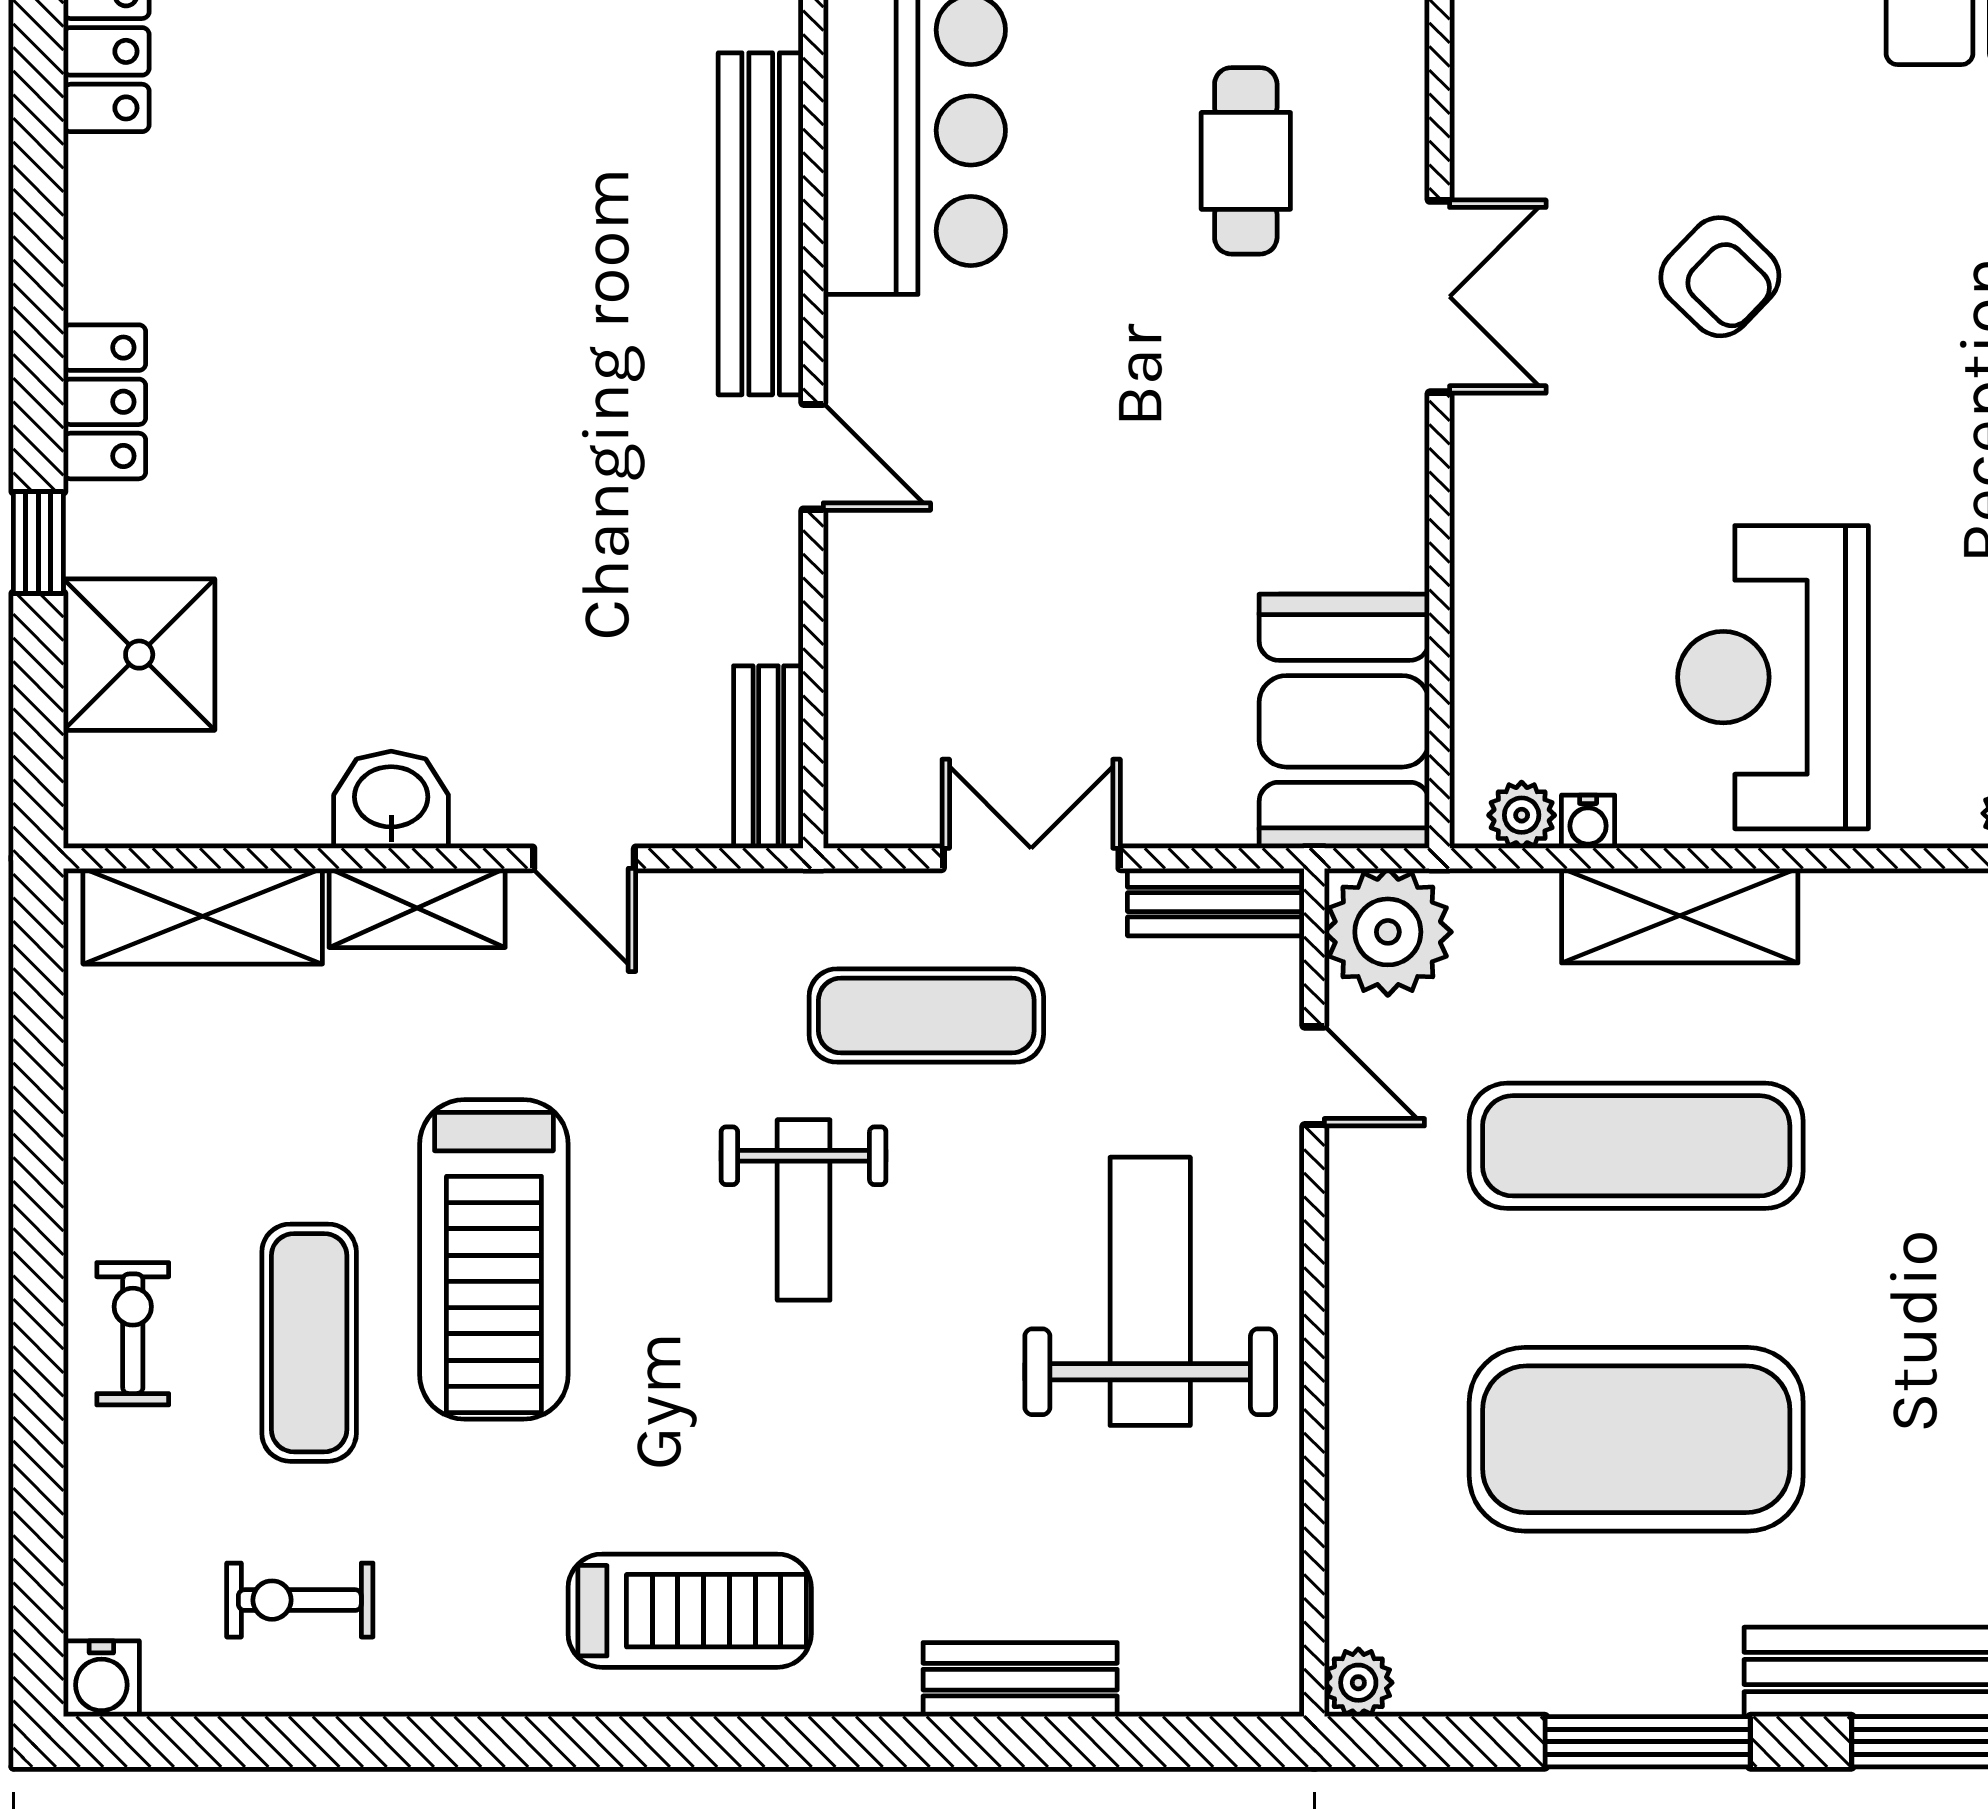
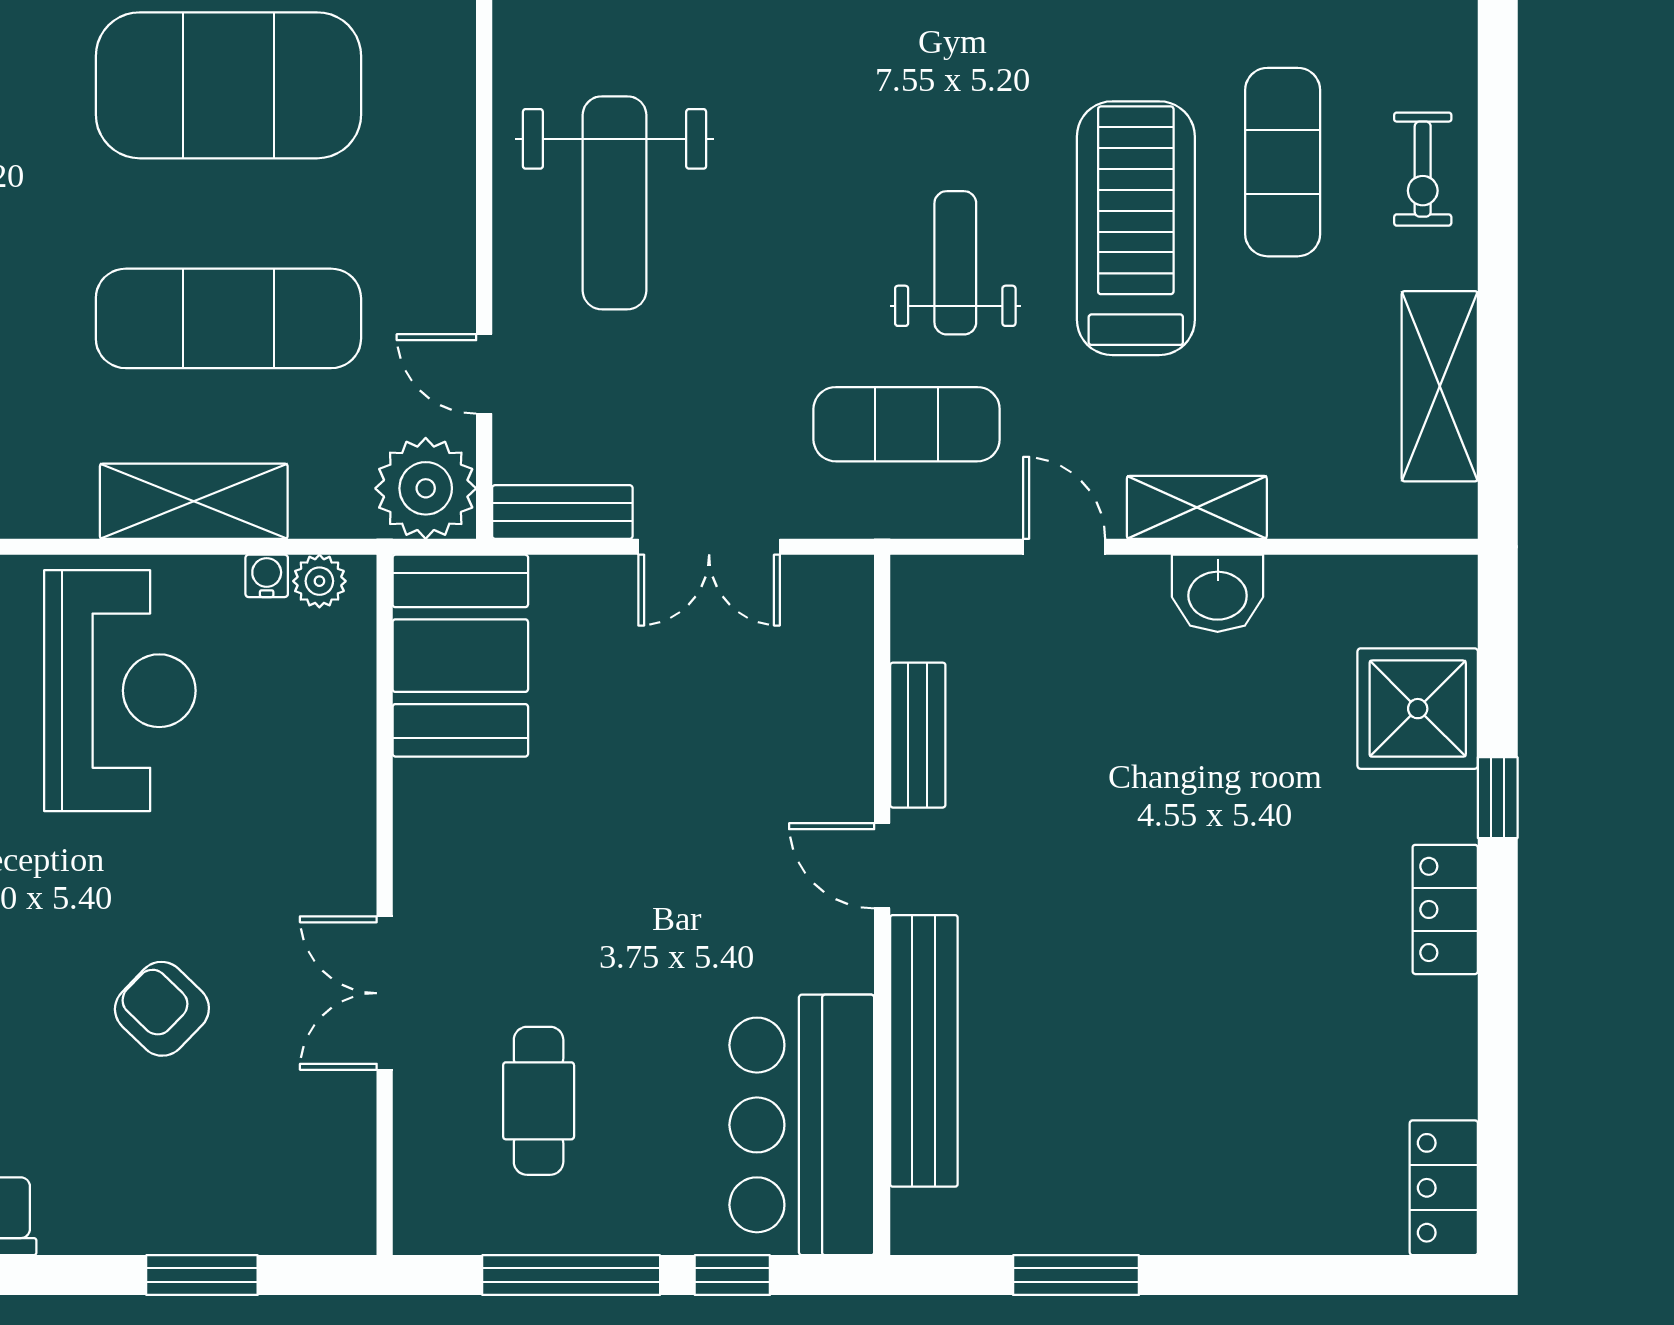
bench: (768, 757) -> (918, 735), moved
shelving: (203, 916) -> (1440, 386), moved, turned 90
exercise mat: (926, 1015) -> (907, 424), moved
weight bench: (804, 1210) -> (955, 263), moved

